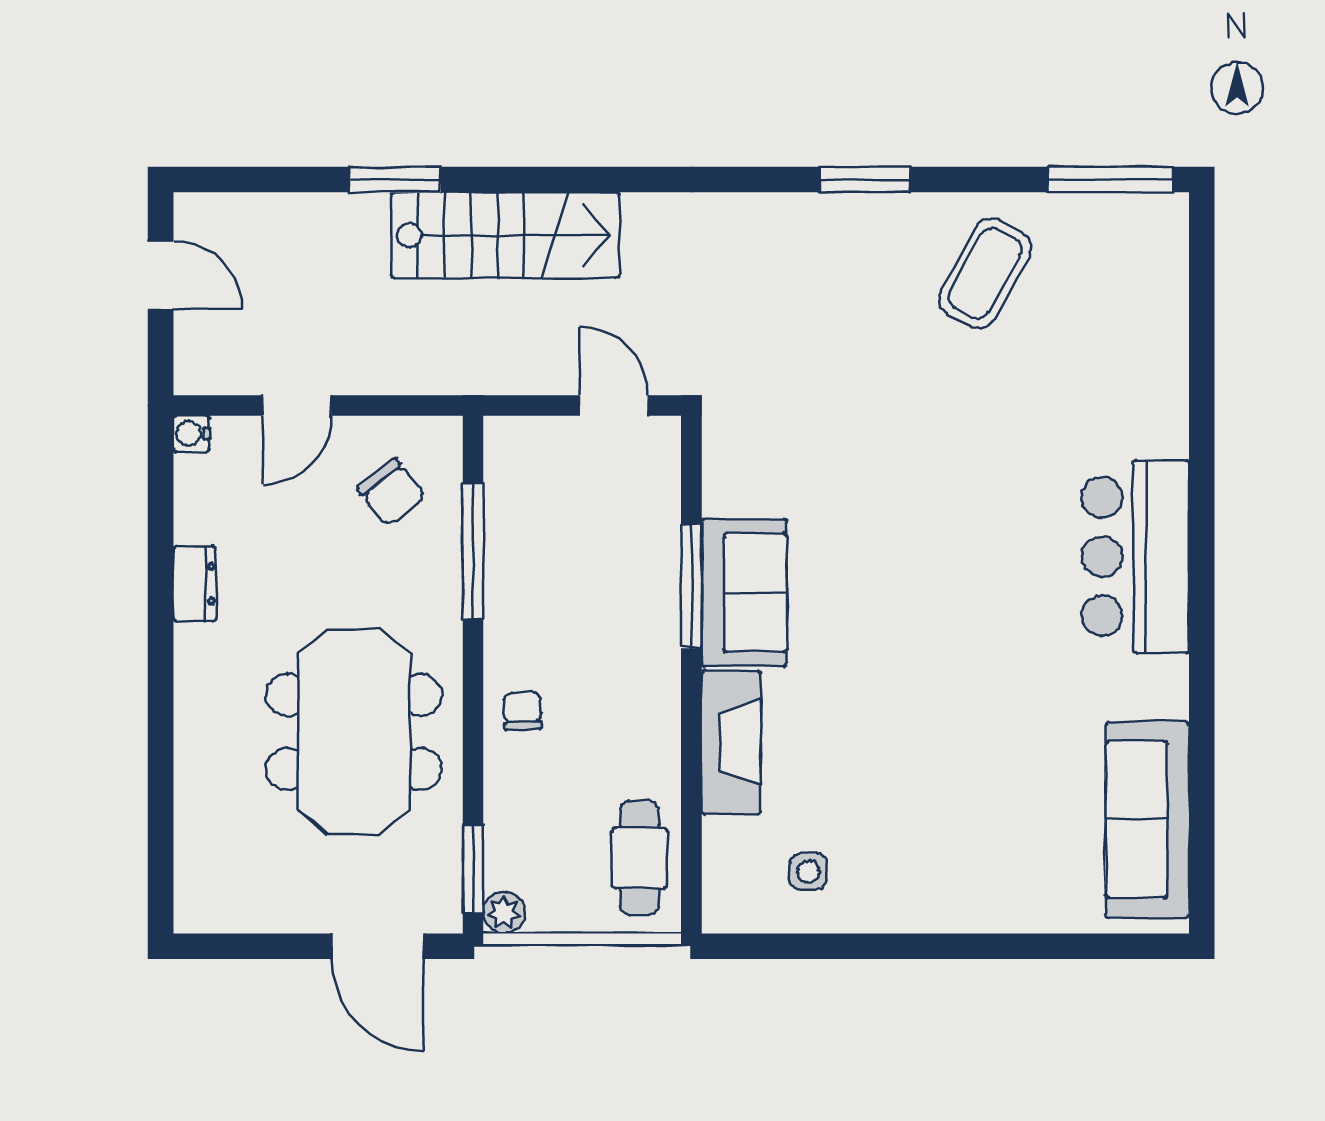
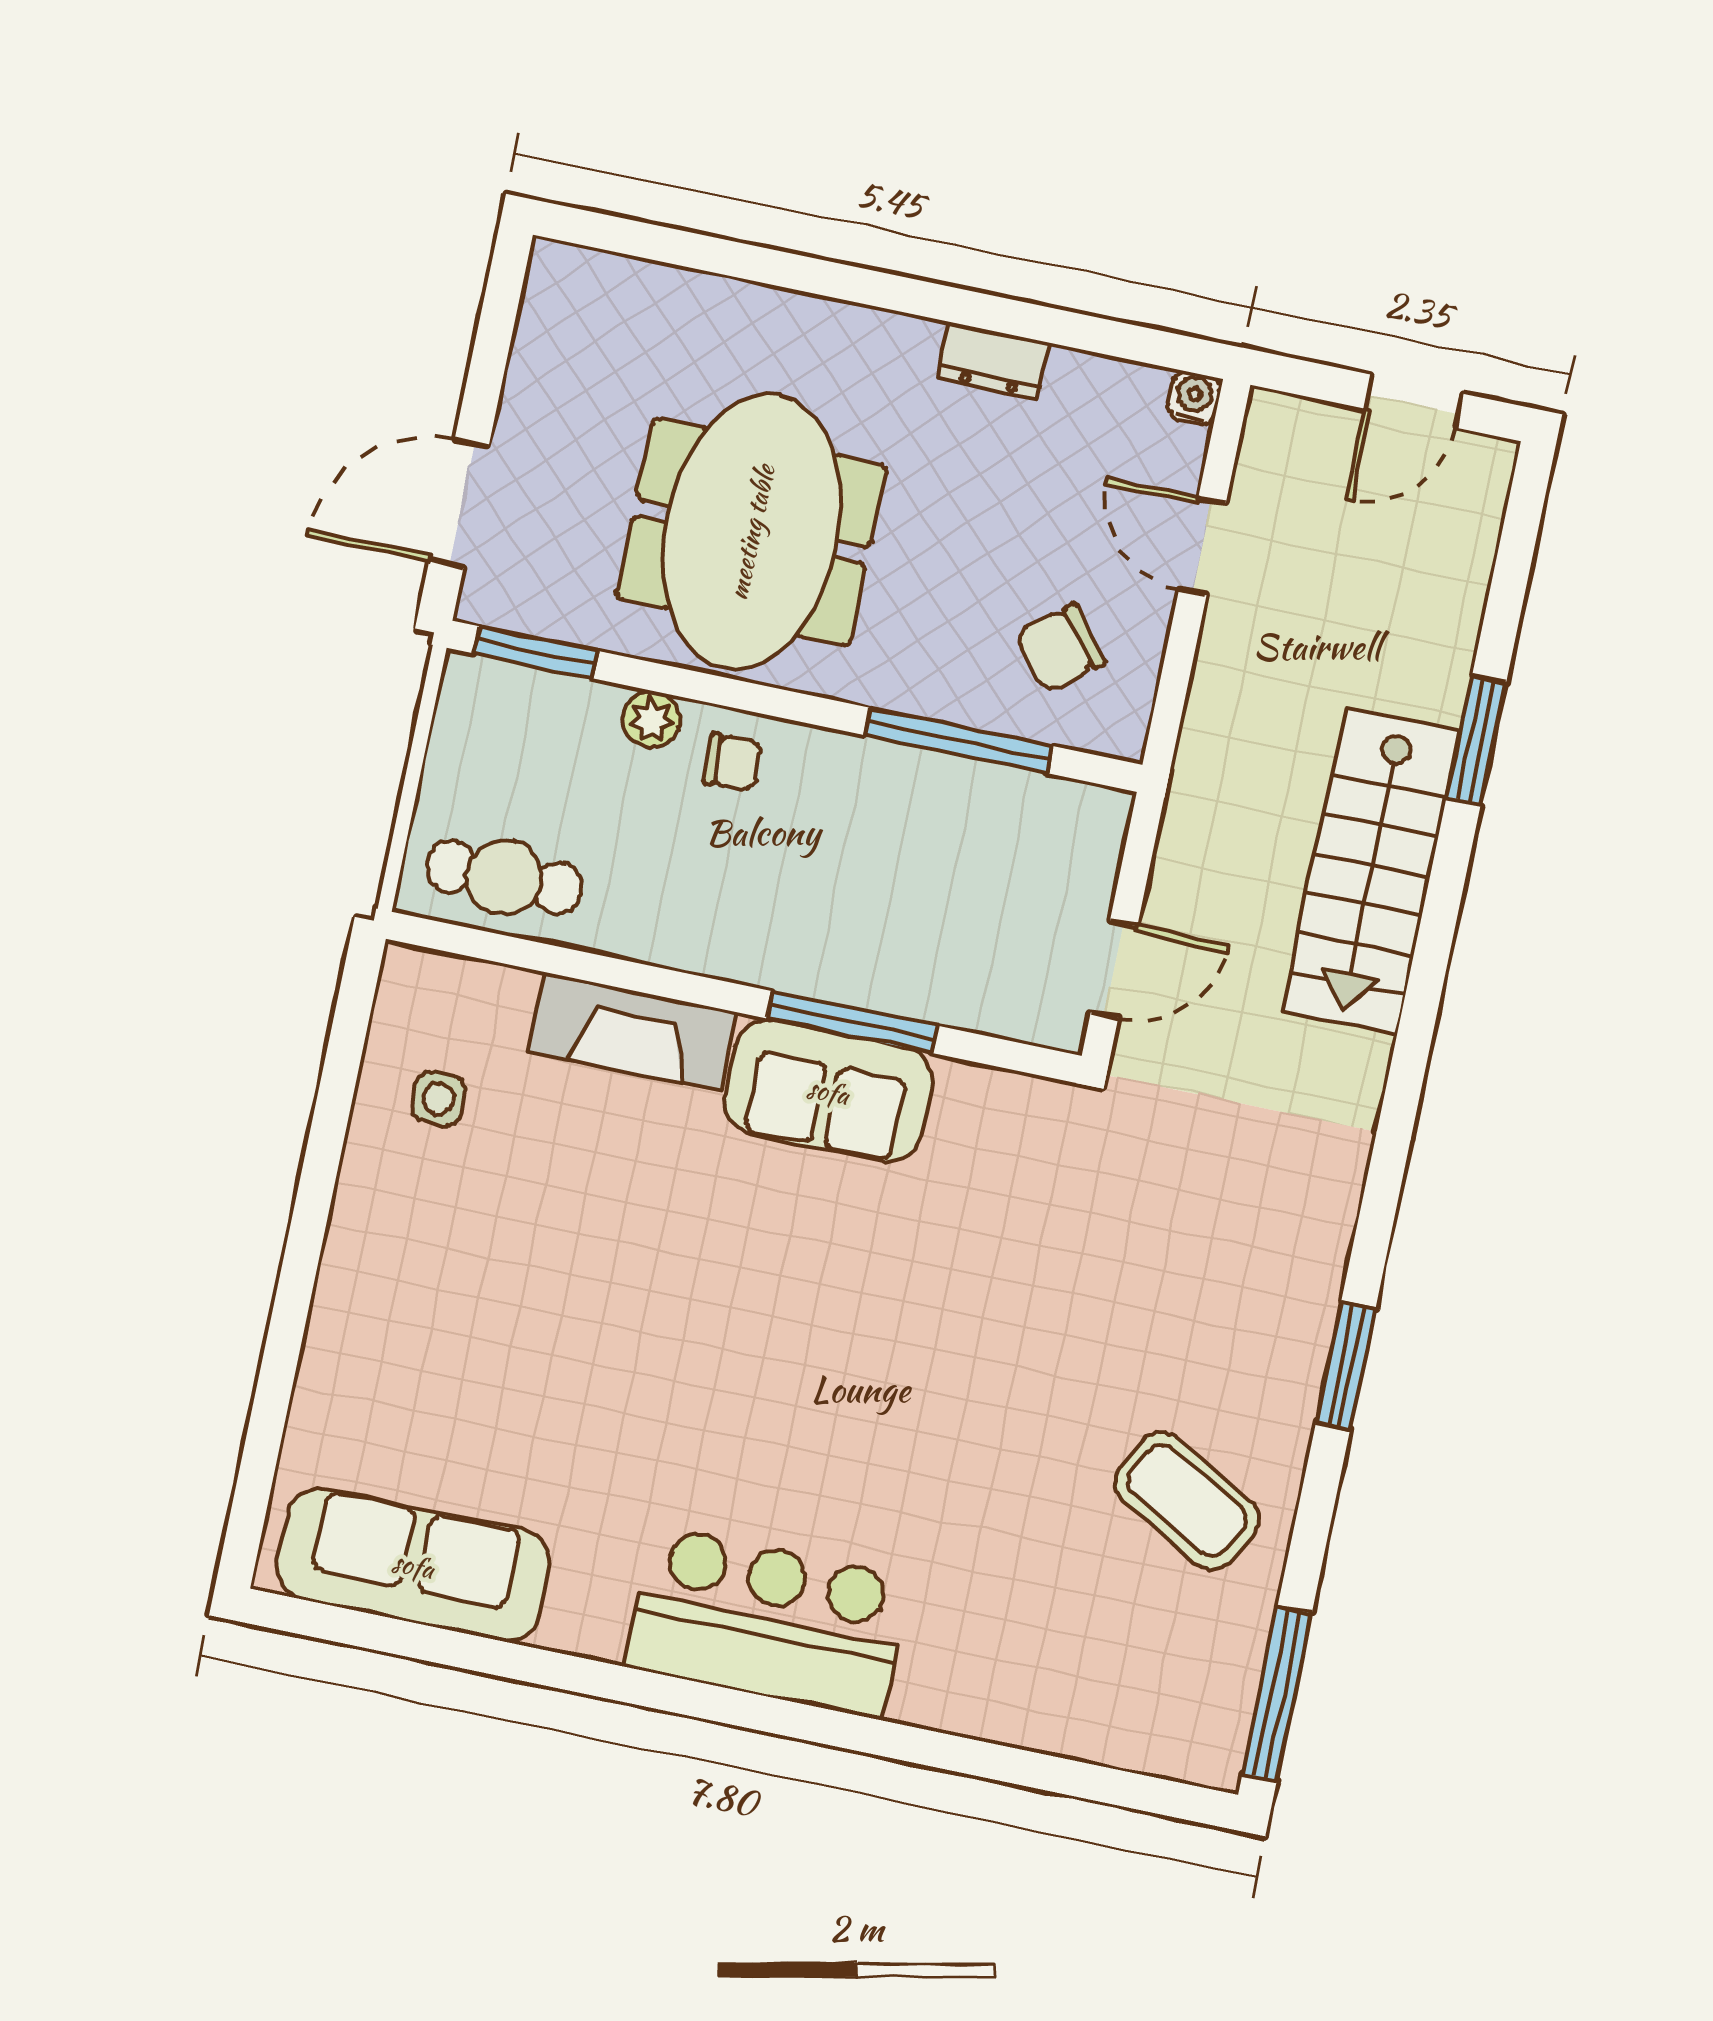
meeting table: (354, 732) -> (751, 532), turned 90
plant: (504, 913) -> (652, 720), moved

